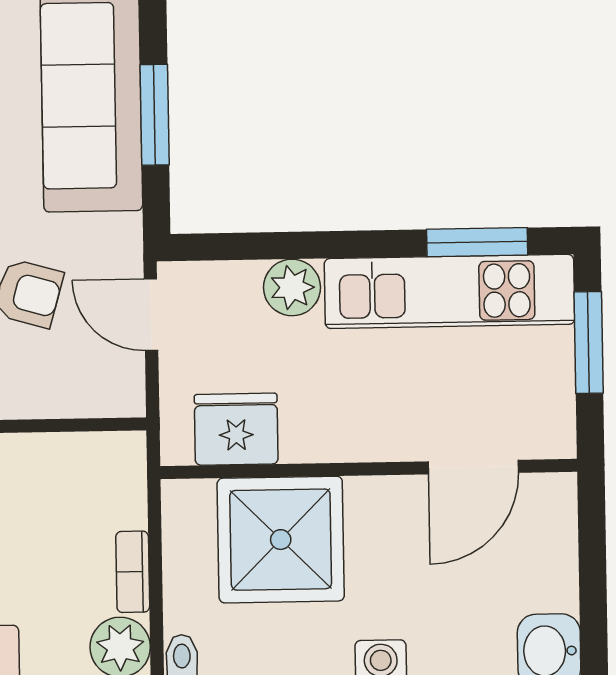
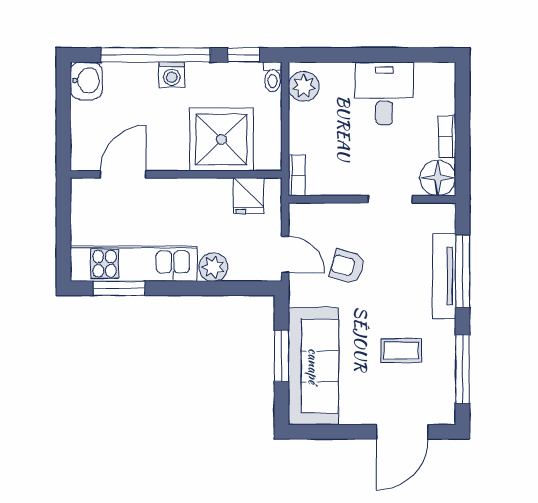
window: (589, 342) -> (64, 237), removed
fridge: (236, 429) -> (249, 196), width x0.72
bookcase: (133, 572) -> (297, 175), moved

